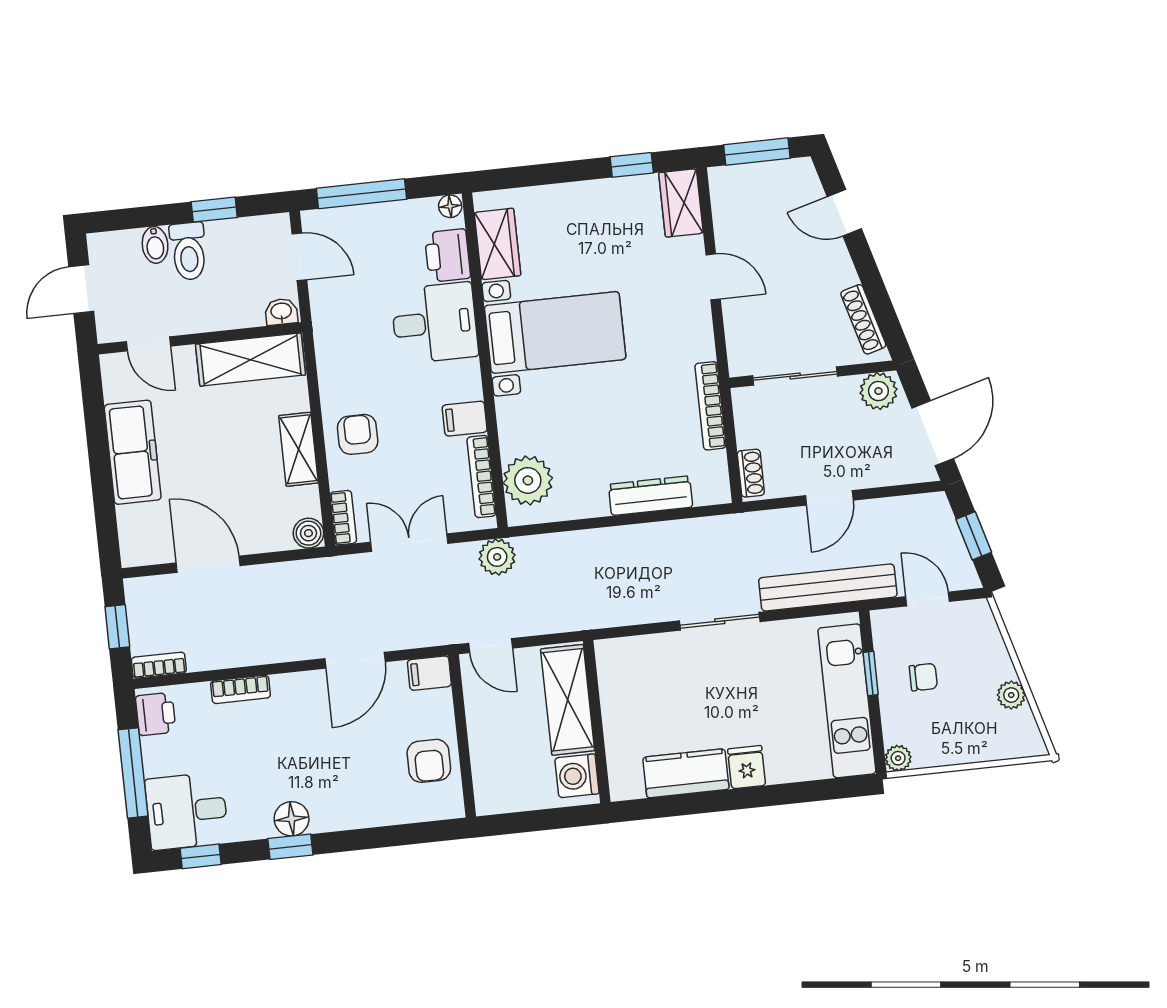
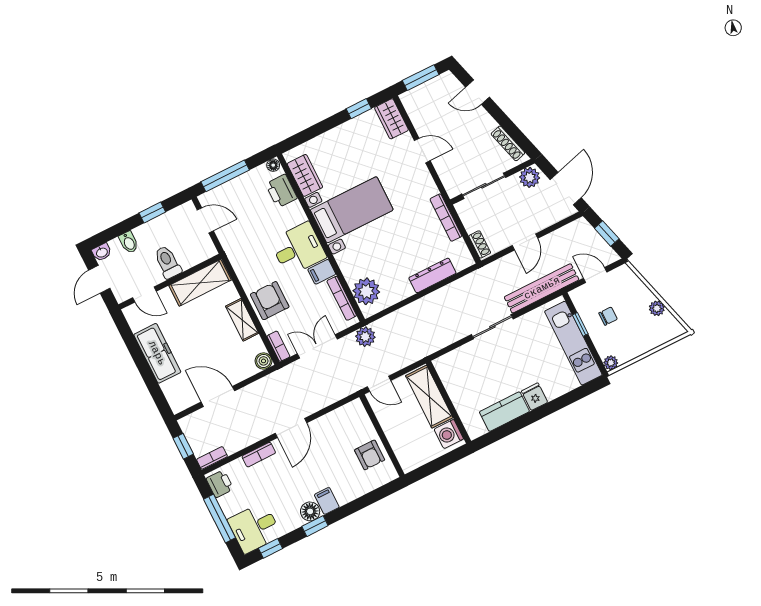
toilet: (188, 251) -> (168, 262), moved, turned 180
washbasin: (281, 312) -> (102, 252), moved, turned 180
desk: (435, 323) -> (298, 249), moved
armchair: (358, 434) -> (270, 301), width x1.38, depth x1.38
door: (355, 660) -> (291, 428), moved
filing cabinet: (429, 673) -> (327, 501), moved, turned 90

